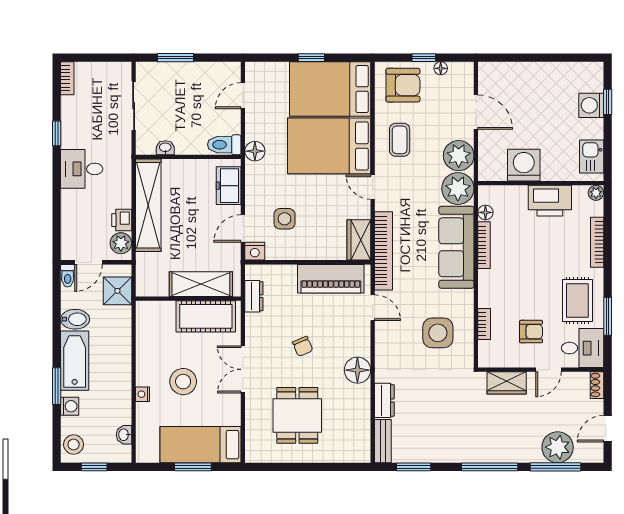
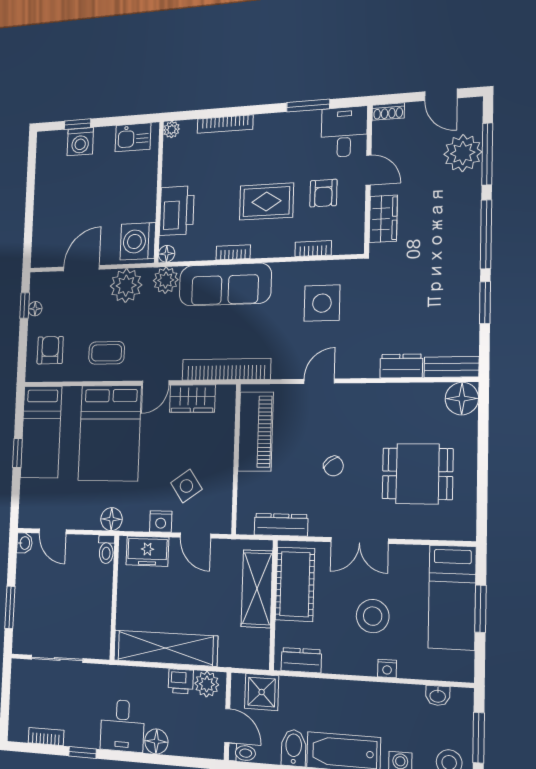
window: (424, 58) -> (25, 305), moved
bookcase: (67, 78) -> (46, 737), moved
armchair: (403, 85) -> (50, 350), width x0.72, depth x0.72
bed: (330, 89) -> (41, 432), width x0.67
toilet: (224, 145) -> (106, 549), width x0.73, depth x0.72
washbasin: (165, 148) -> (24, 543), moved, turned 180
washing machine: (524, 165) -> (138, 241), moved
plant: (458, 188) -> (166, 280), width x0.73, depth x0.73
floor lamp: (71, 200) -> (156, 741), added
printer: (550, 201) -> (177, 211), moved
floor lamp: (485, 212) -> (167, 254), moved
side table: (284, 219) -> (186, 486), turned -35
wardrobe: (359, 240) -> (192, 399), moved
bookcase: (484, 245) -> (233, 252), width x0.64
nightstand: (255, 251) -> (161, 521), moved, turned 90
dresser: (254, 296) -> (281, 525), width x1.44
rug: (577, 301) -> (266, 202), moved
door: (373, 308) -> (319, 381), moved
dresser: (145, 324) -> (301, 660), added
armchair: (531, 332) -> (323, 193), turned 180
chair: (303, 346) -> (334, 466), turned 77
floor lamp: (357, 370) -> (462, 399), moved
window: (94, 467) -> (479, 738), width x1.50
window: (414, 467) -> (485, 303), moved

